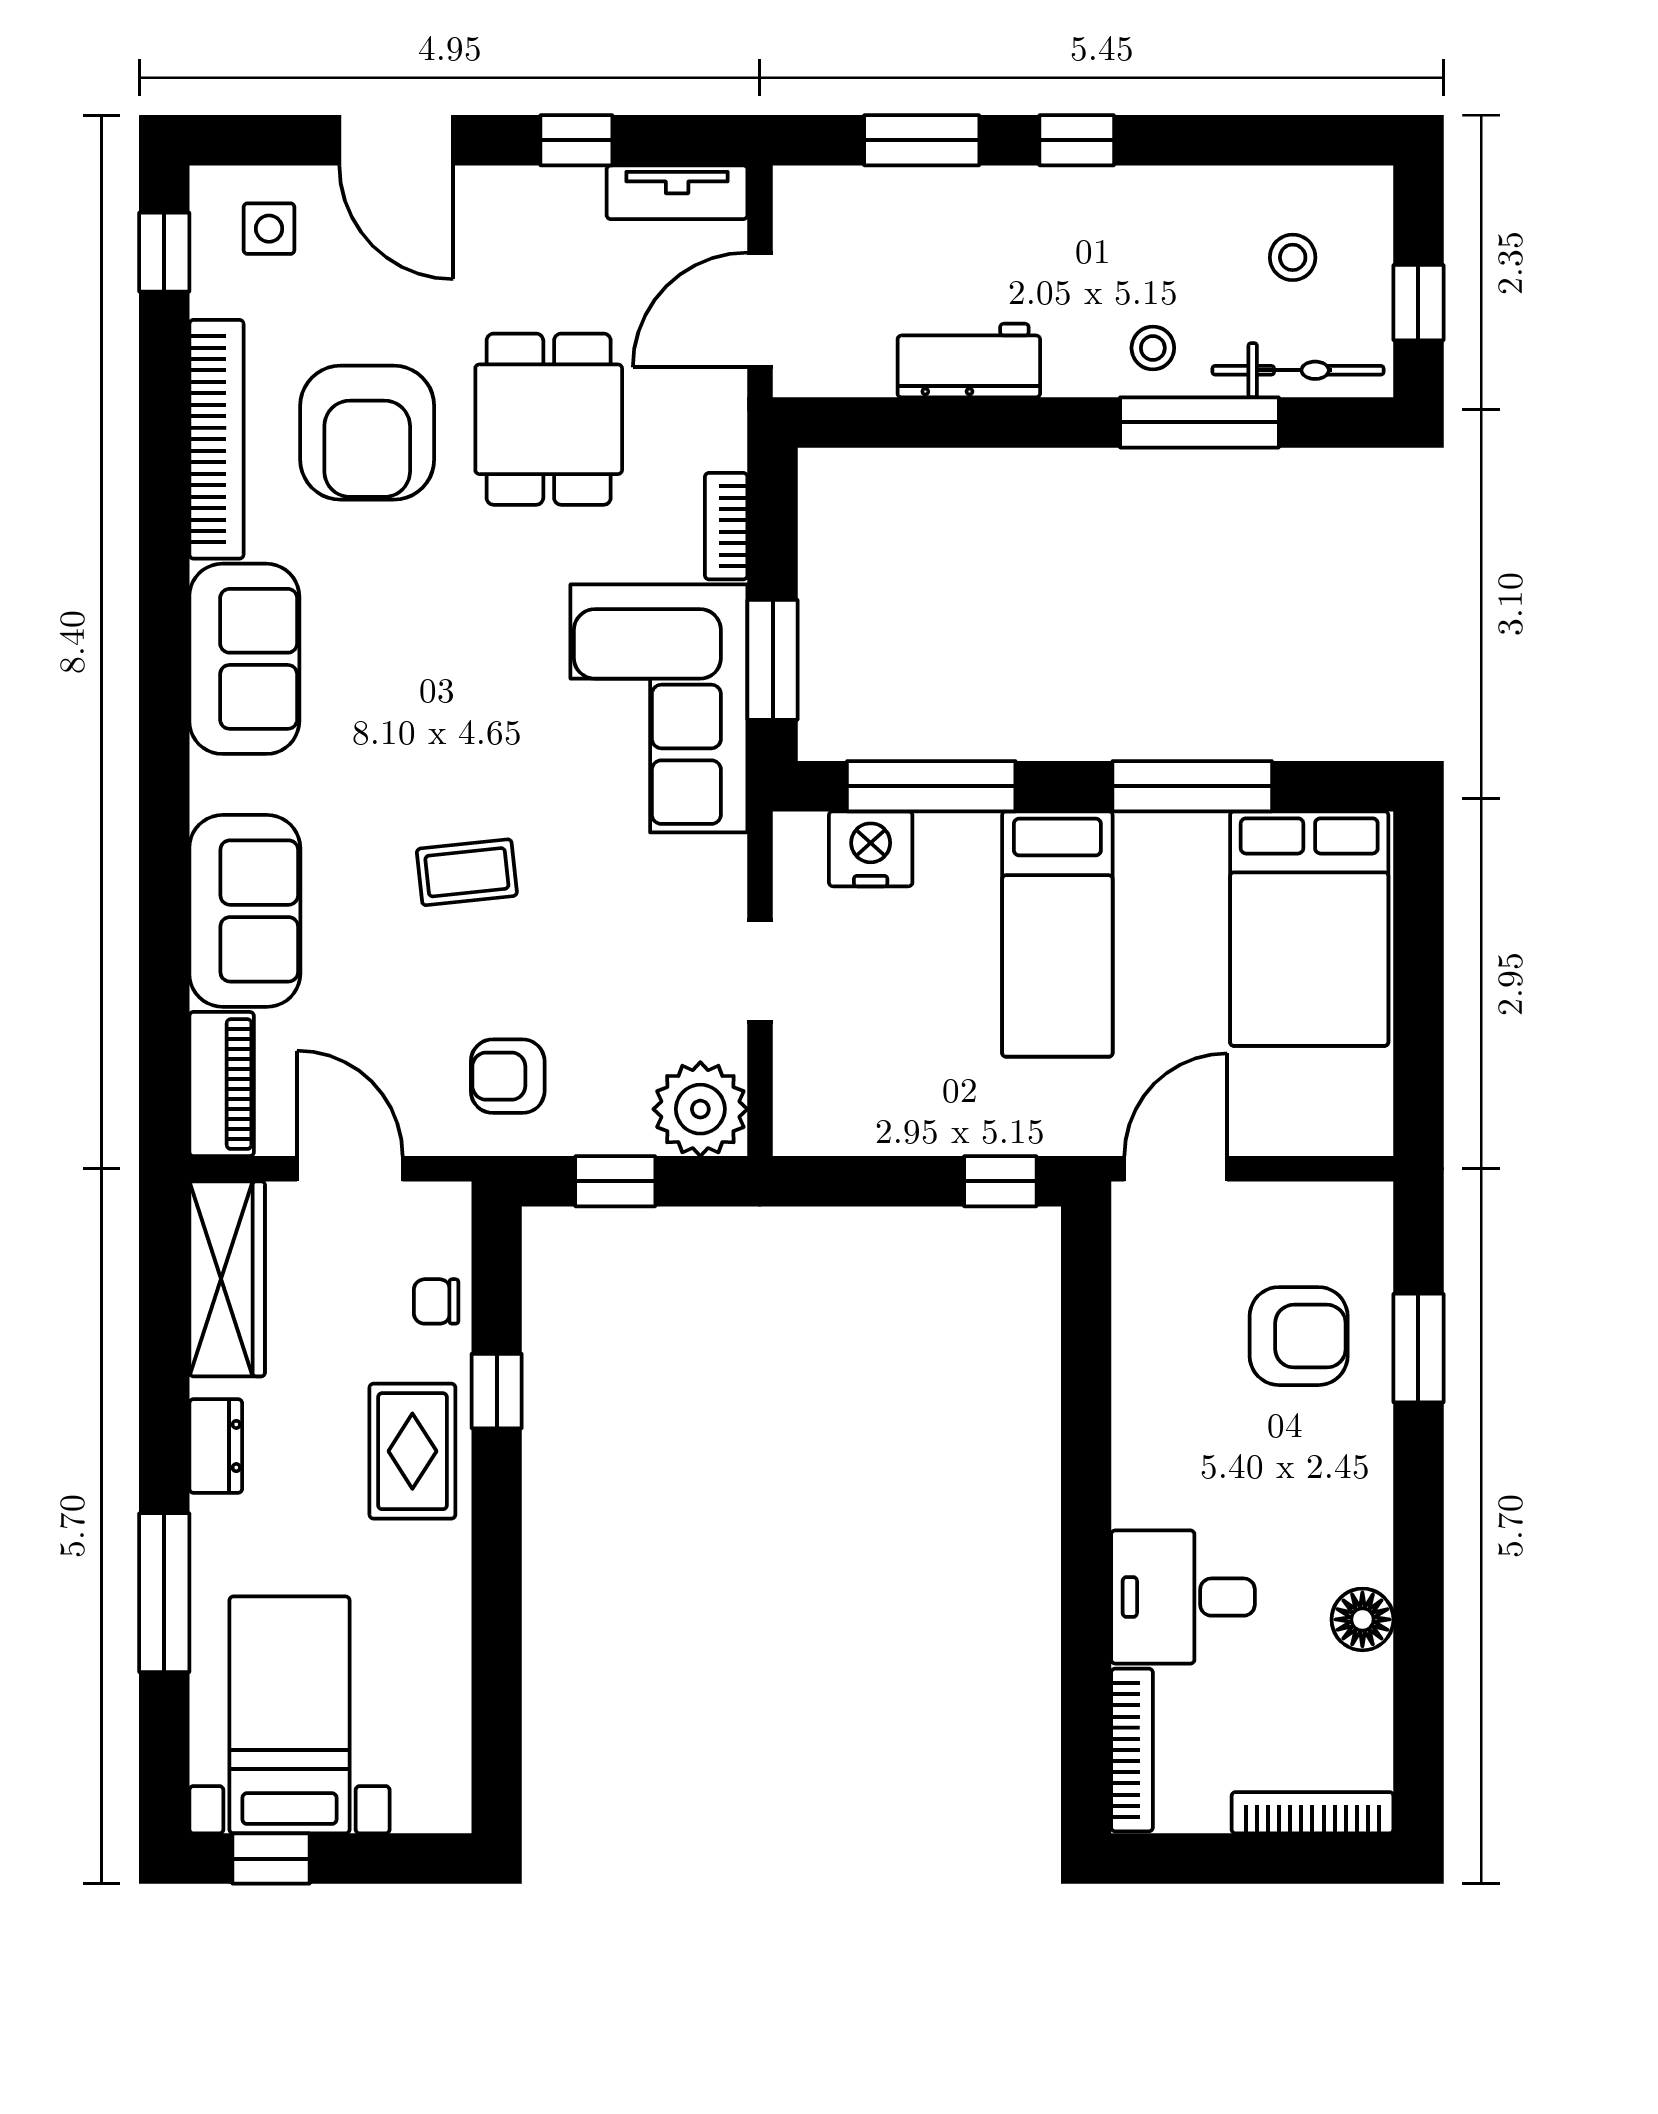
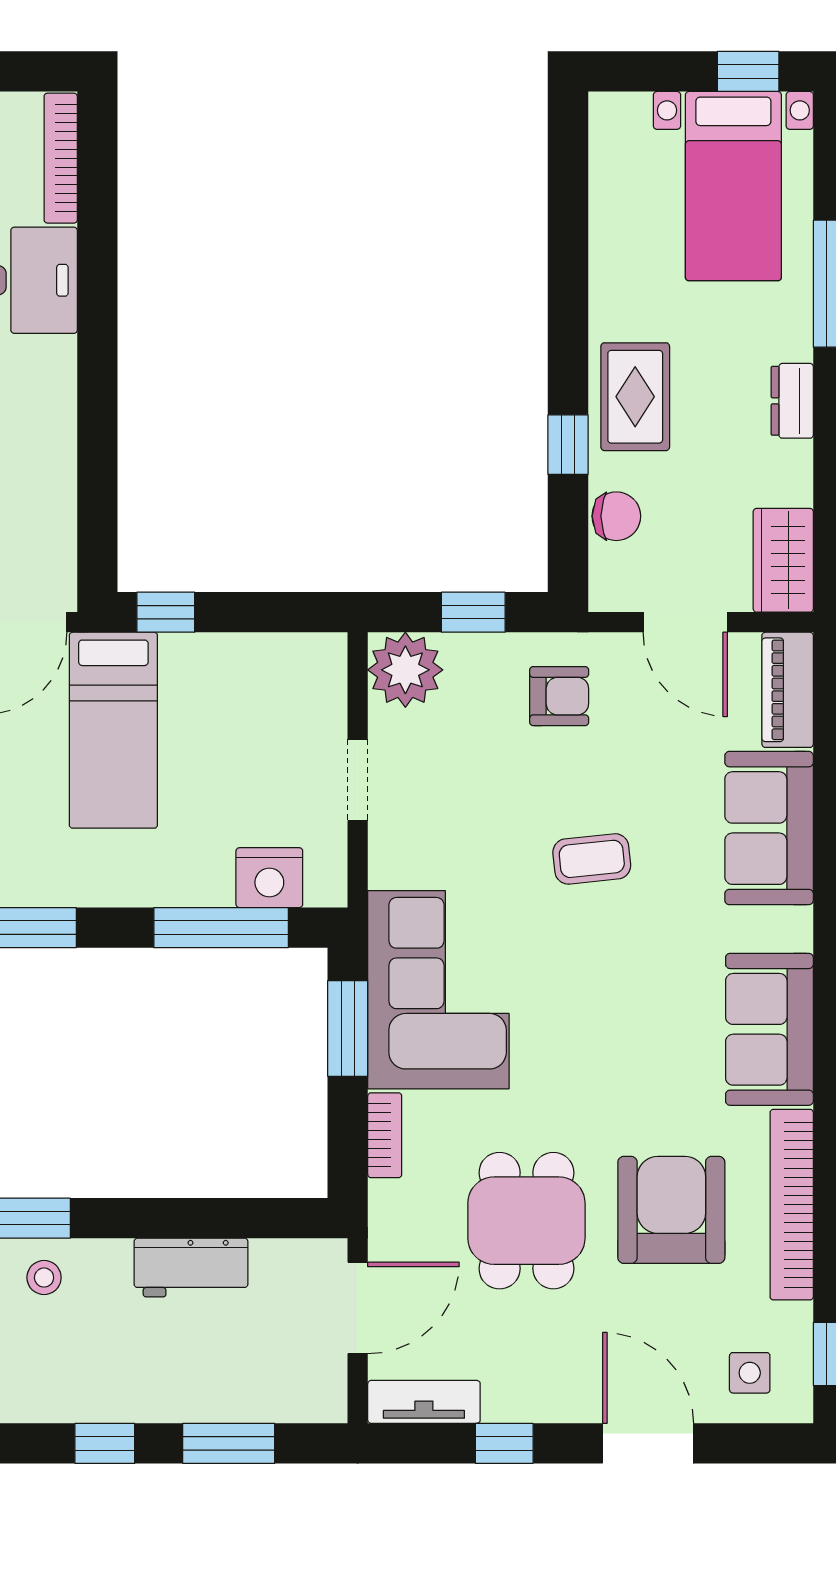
bed: (1057, 934) -> (113, 730), moved, turned 180
wardrobe: (227, 1279) -> (783, 560), width x0.67
chair: (436, 1301) -> (616, 516), width x1.37, depth x1.37

